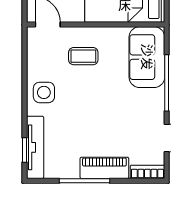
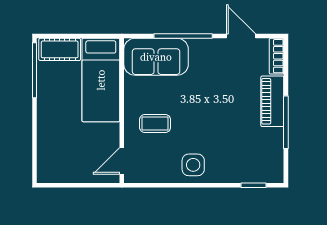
coffee table: (83, 56) -> (155, 123), turned 90
tv unit: (35, 147) -> (251, 174), removed

